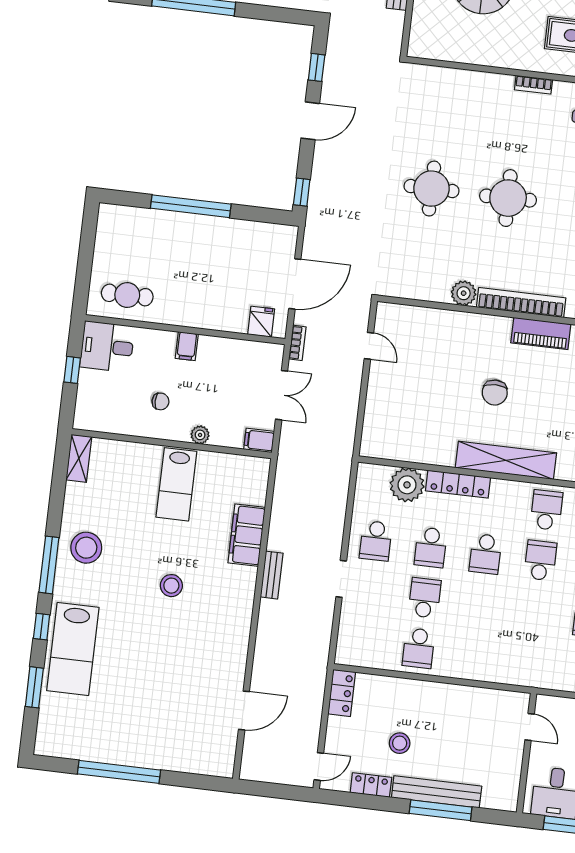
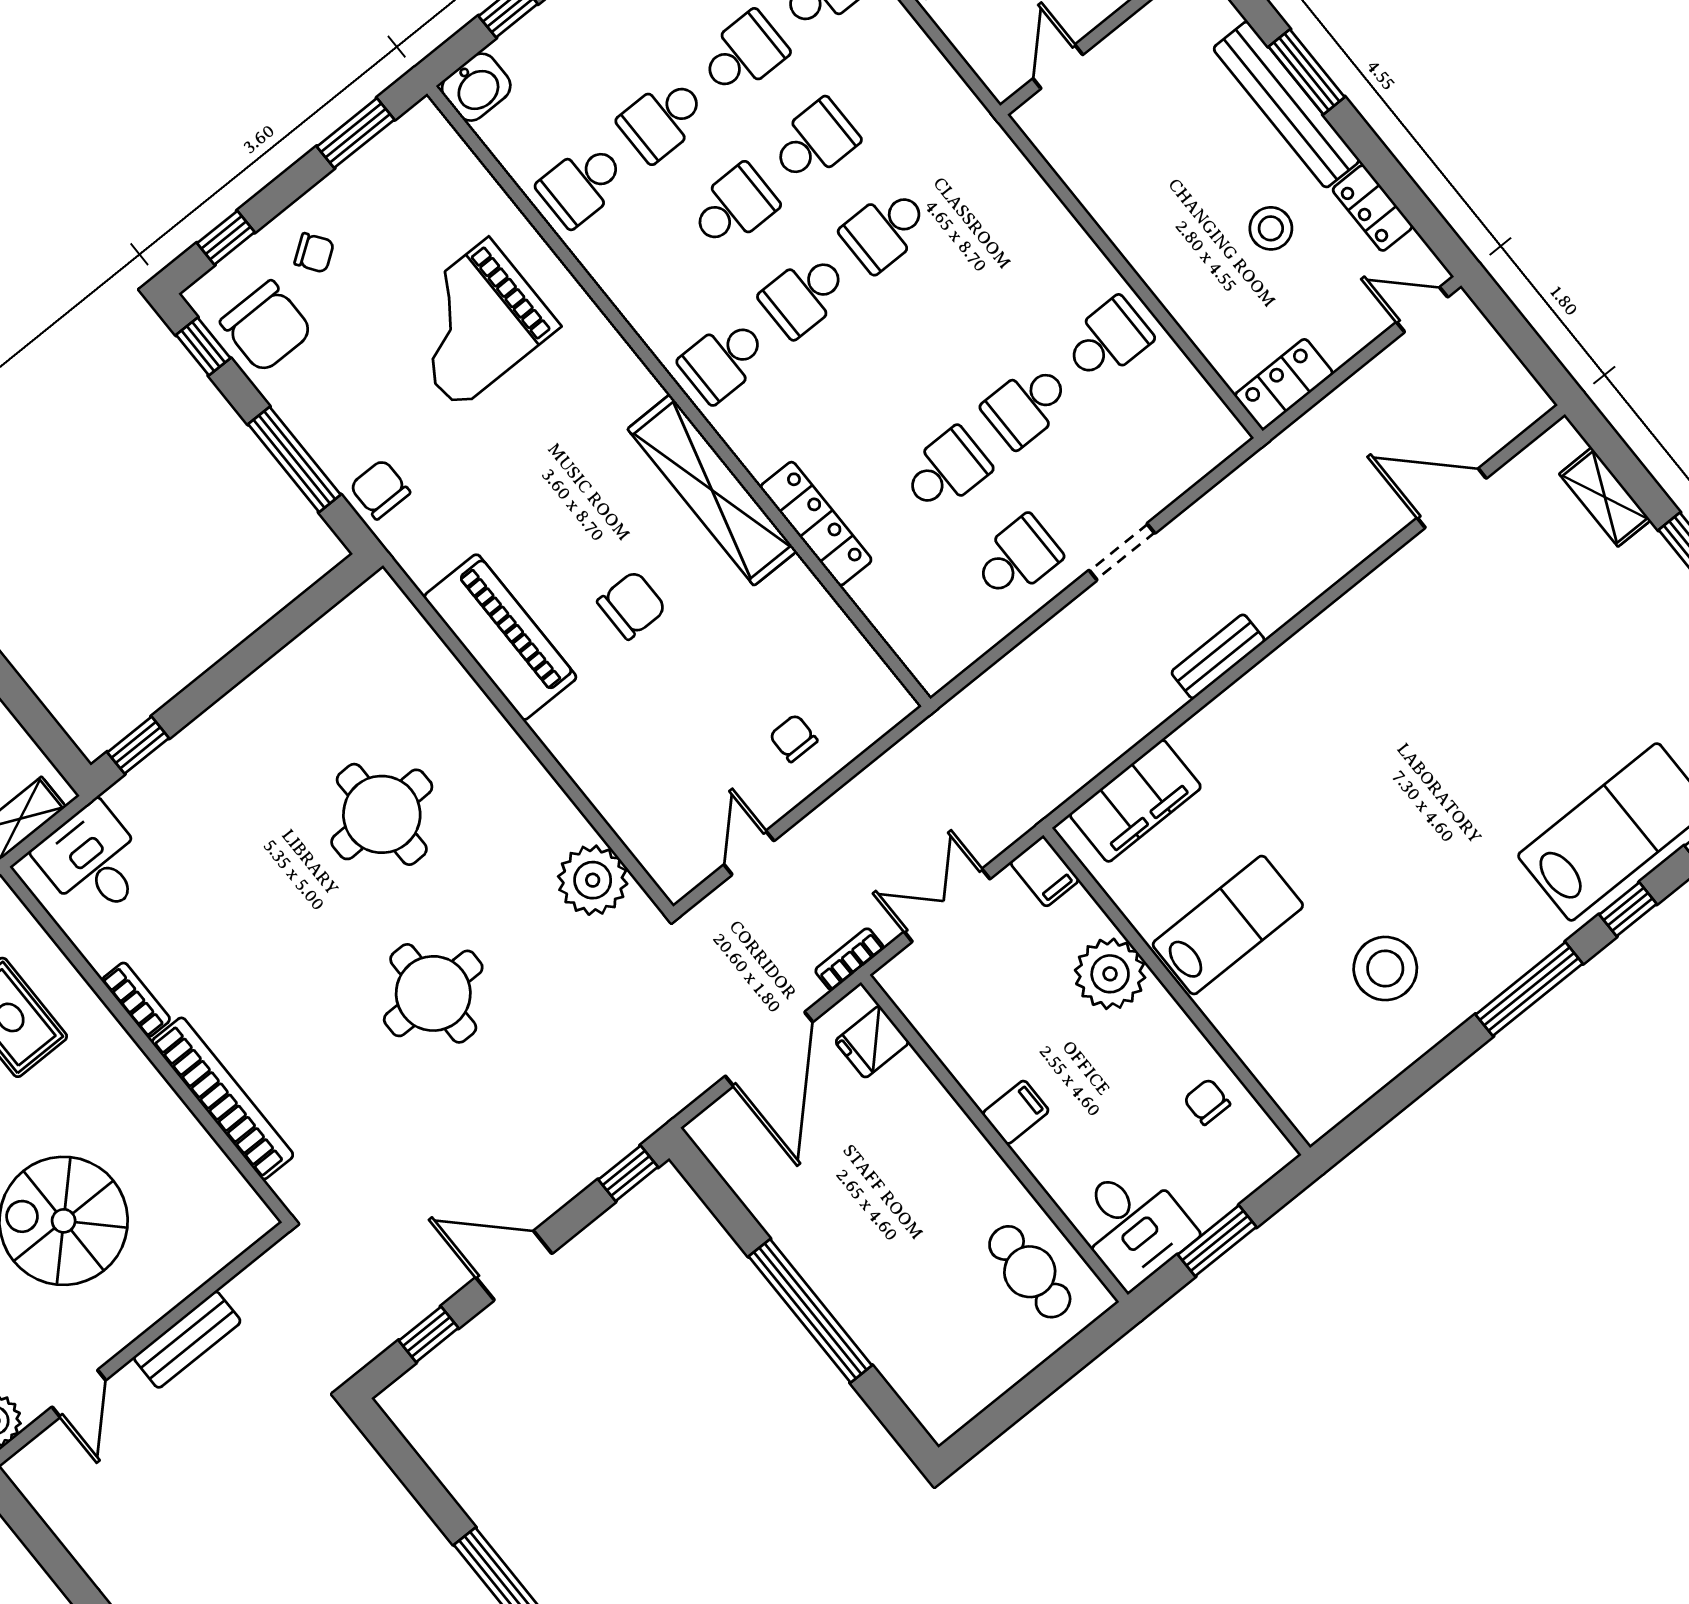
round table: (508, 198) -> (382, 814), moved
door: (295, 284) -> (769, 1049), swing flipped
plant: (464, 293) -> (593, 880), moved, width x1.36, depth x1.36
bookcase: (521, 303) -> (223, 1098), moved, turned 180
piano: (541, 333) -> (500, 637), width x1.37, depth x1.33
window: (72, 370) -> (1217, 1241), width x1.50
chair: (160, 401) -> (1207, 1102), moved
chair: (393, 401) -> (793, 738), added
plant: (200, 435) -> (1110, 974), width x1.87, depth x1.87
shelving: (79, 458) -> (1605, 497), moved, turned 90
plant: (407, 485) -> (892, 595), removed
filing cabinet: (247, 535) -> (1135, 801), moved
stool: (86, 548) -> (1385, 969), moved
school desk: (485, 554) -> (885, 230), moved, turned 180
stool: (171, 586) -> (1380, 784), removed
window: (441, 810) -> (1307, 72), width x0.69

